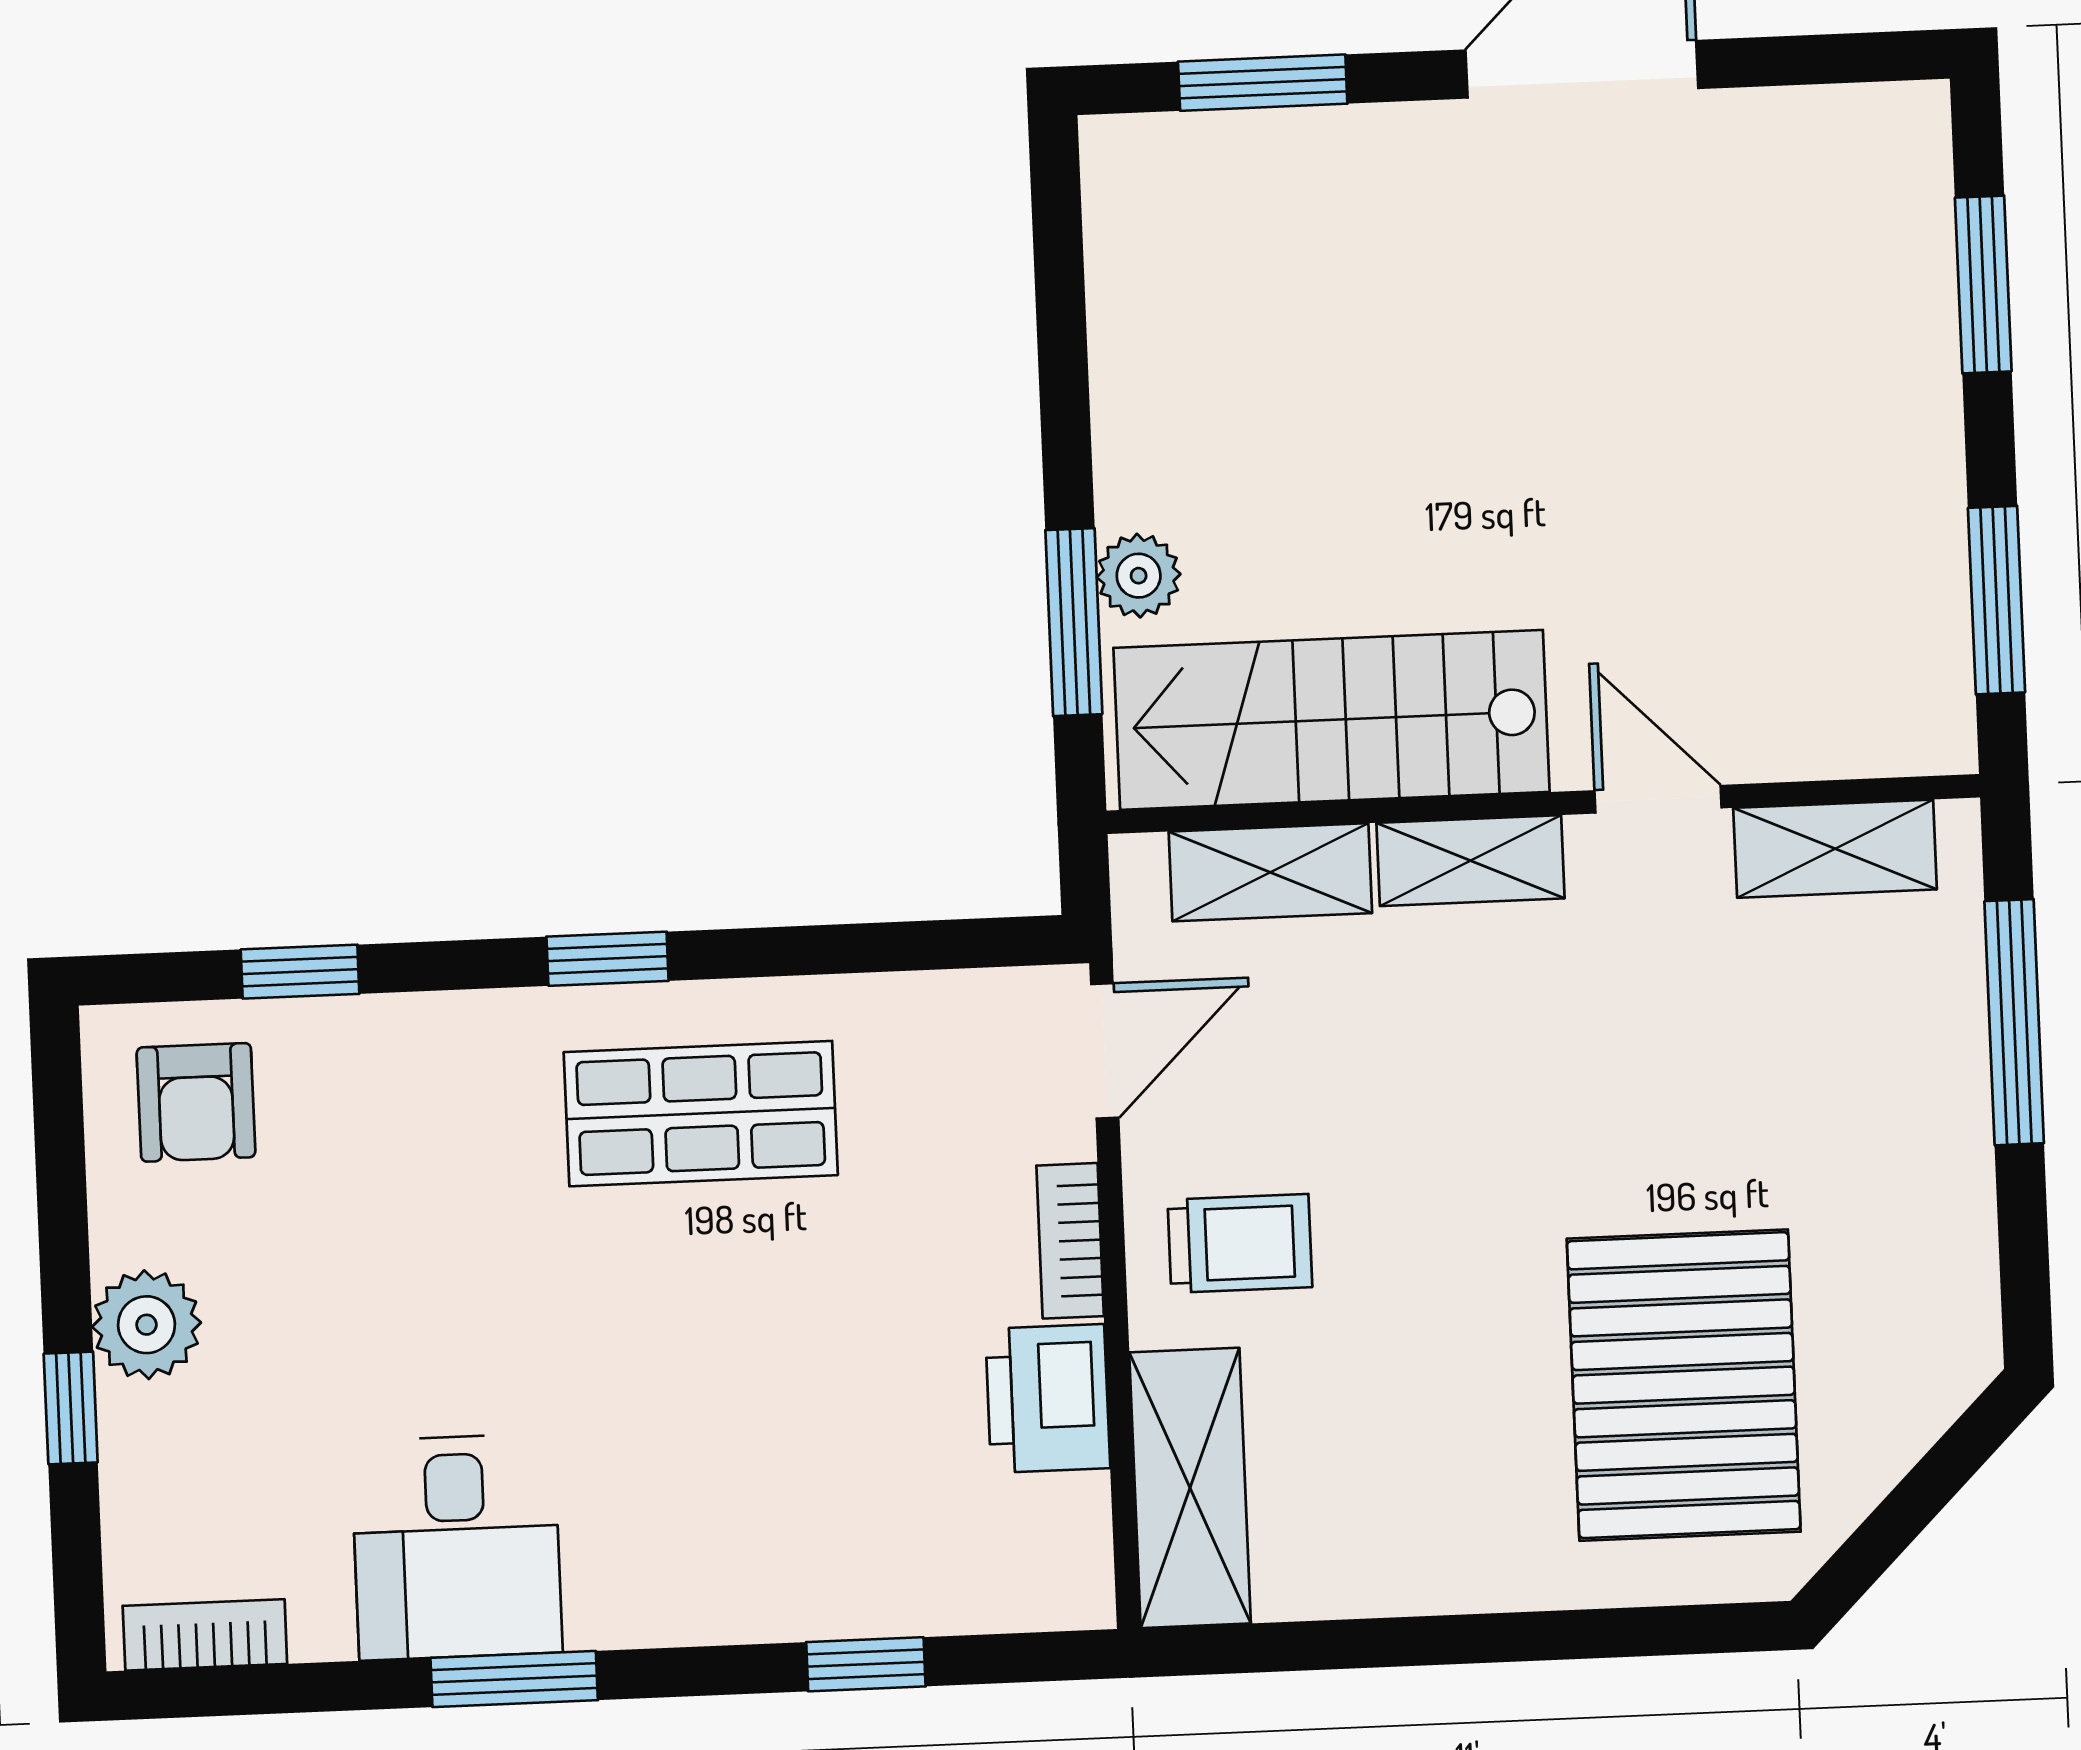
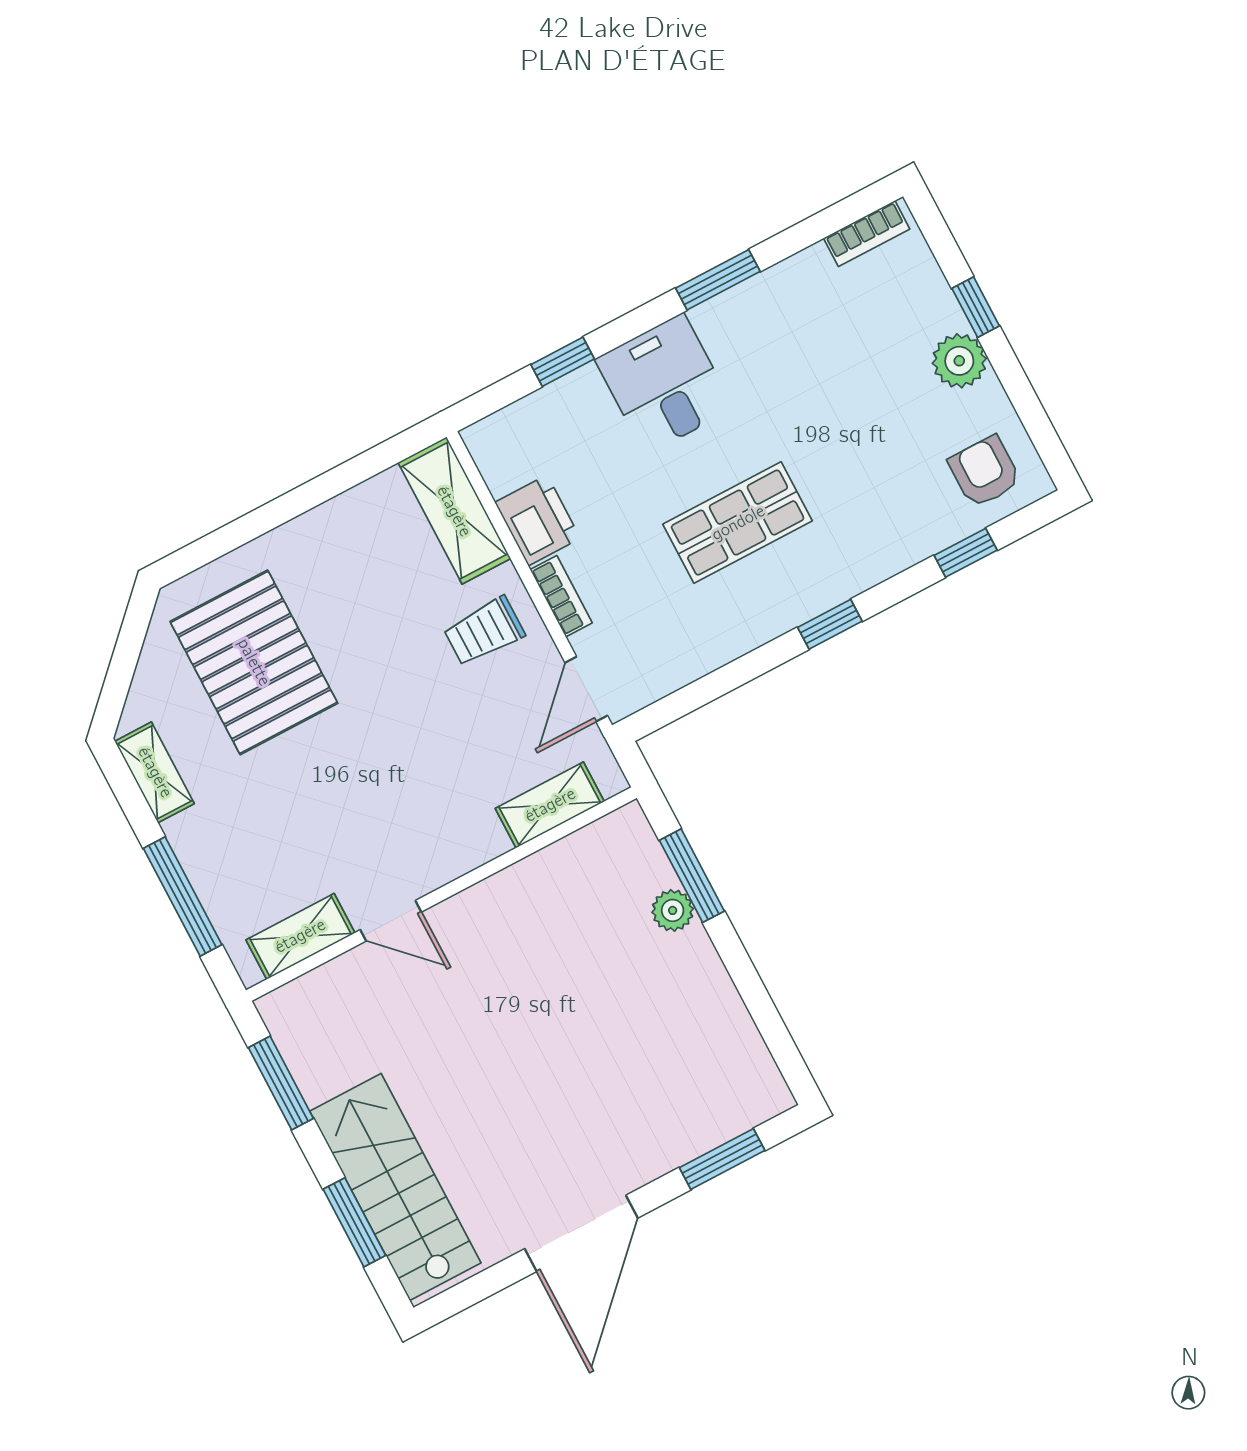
stairs: (1331, 720) -> (395, 1187), moved, turned -90
shelving: (1471, 861) -> (155, 772), moved, turned 90
shop shelf: (701, 1114) -> (738, 523), moved
desk: (457, 1547) -> (664, 384), moved

